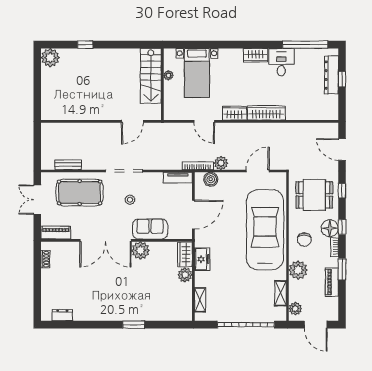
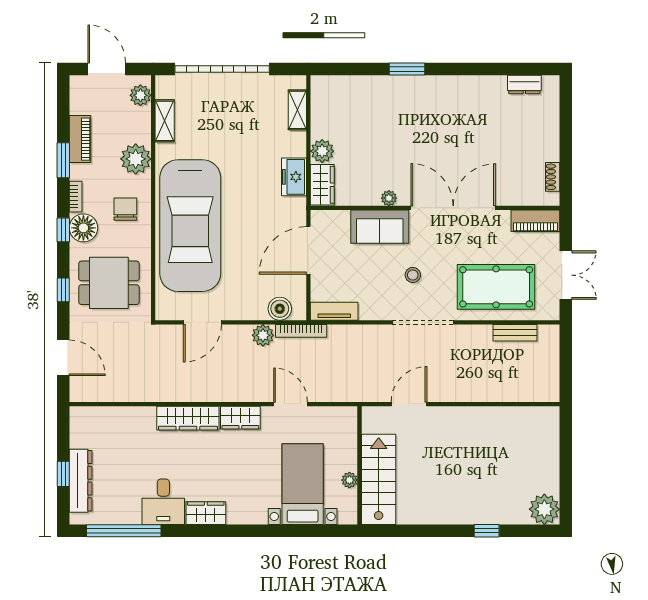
plant: (140, 250) -> (389, 198), width x0.53, depth x0.53

